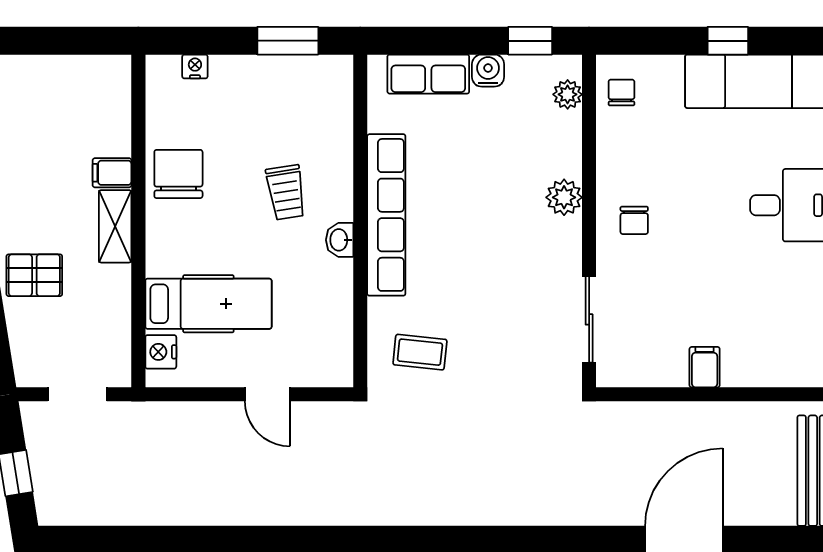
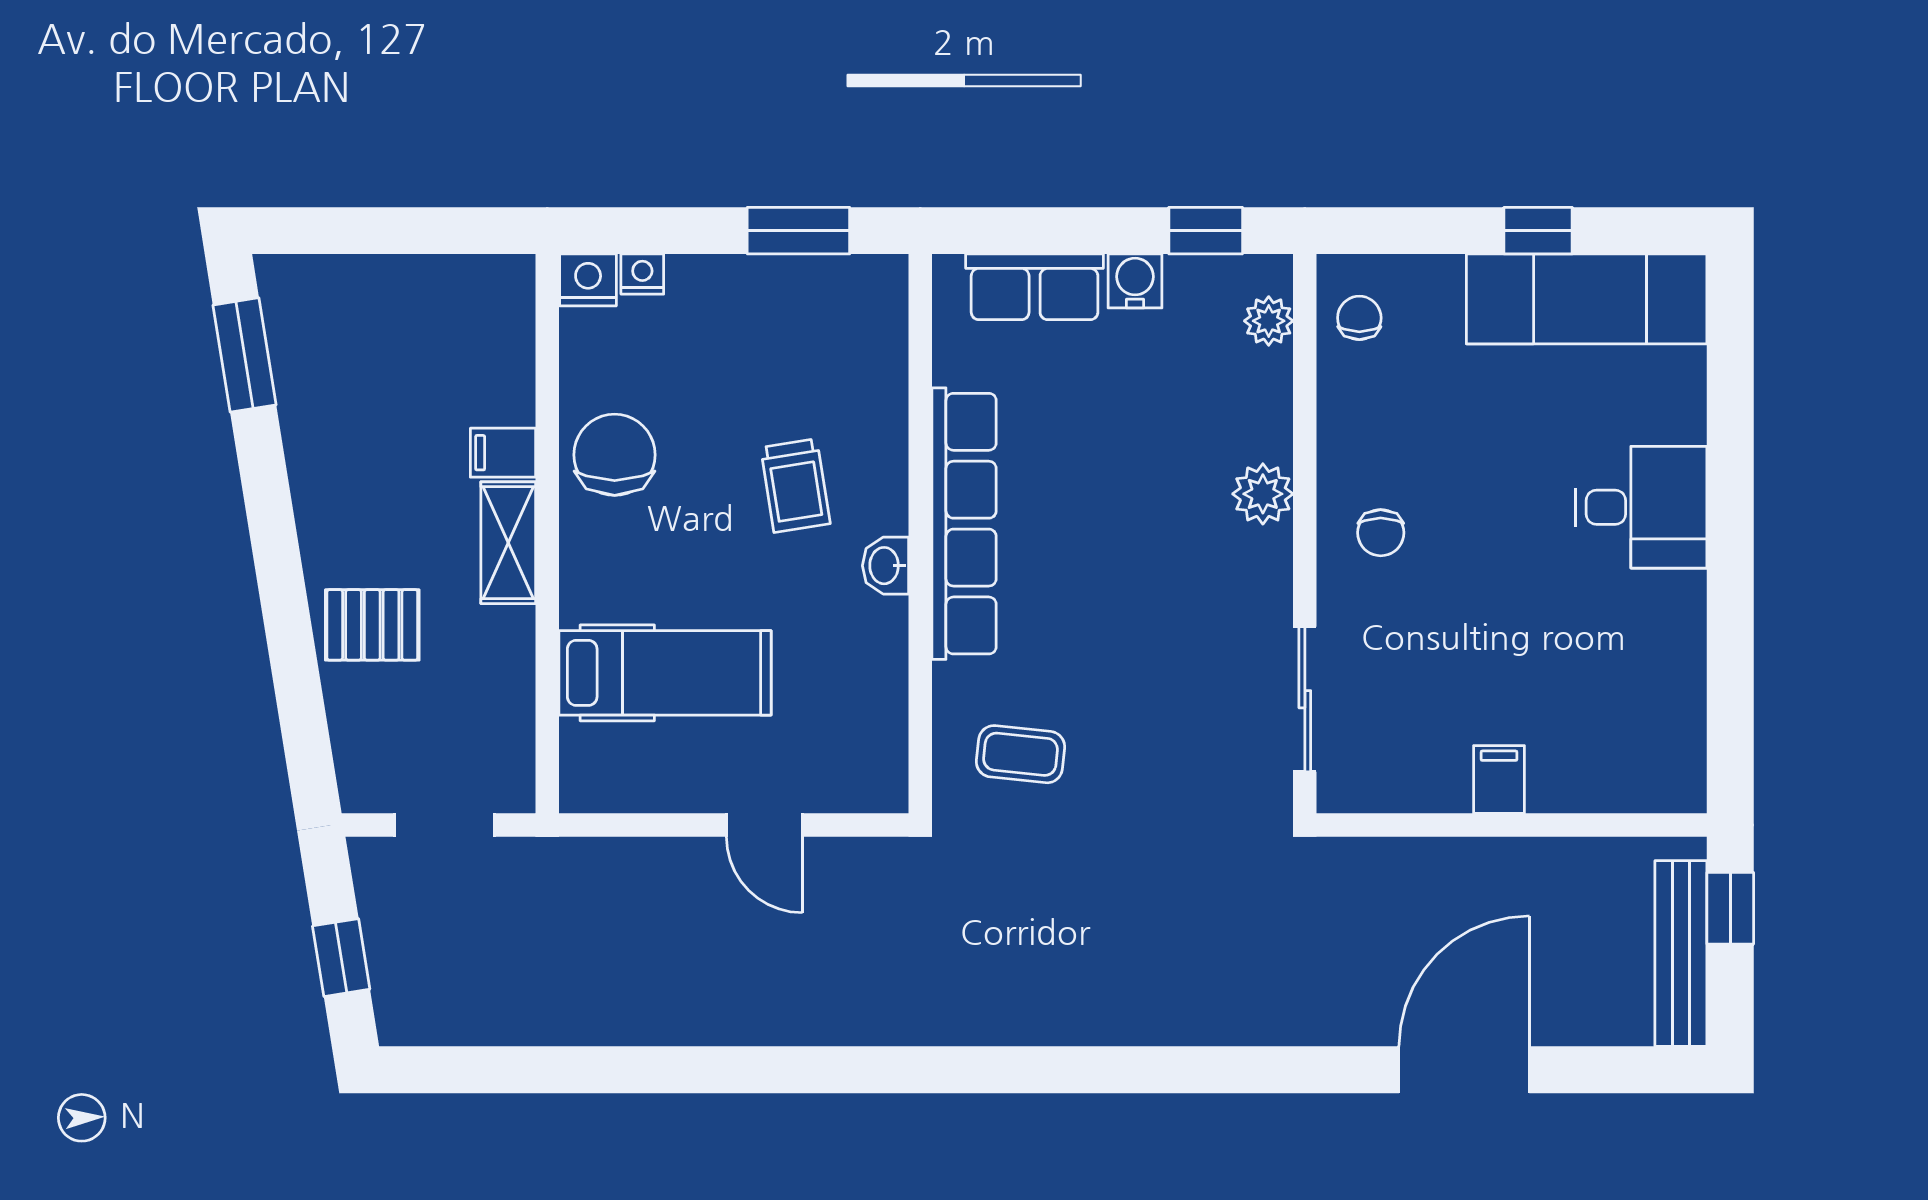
nightstand: (161, 352) -> (588, 280), moved, turned 90

